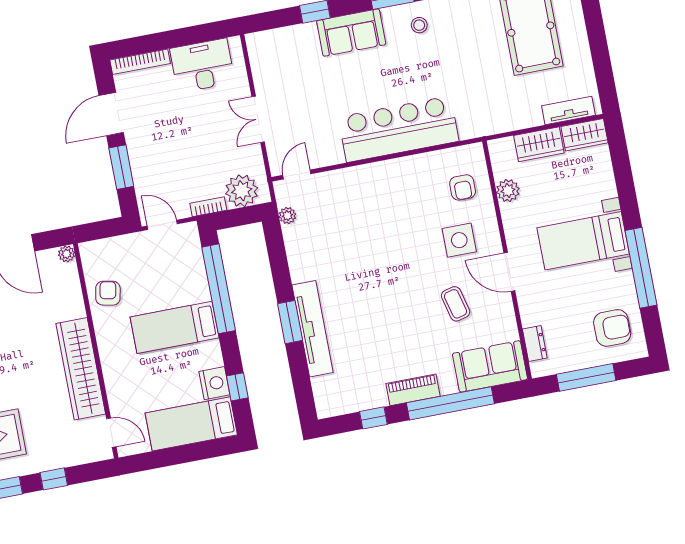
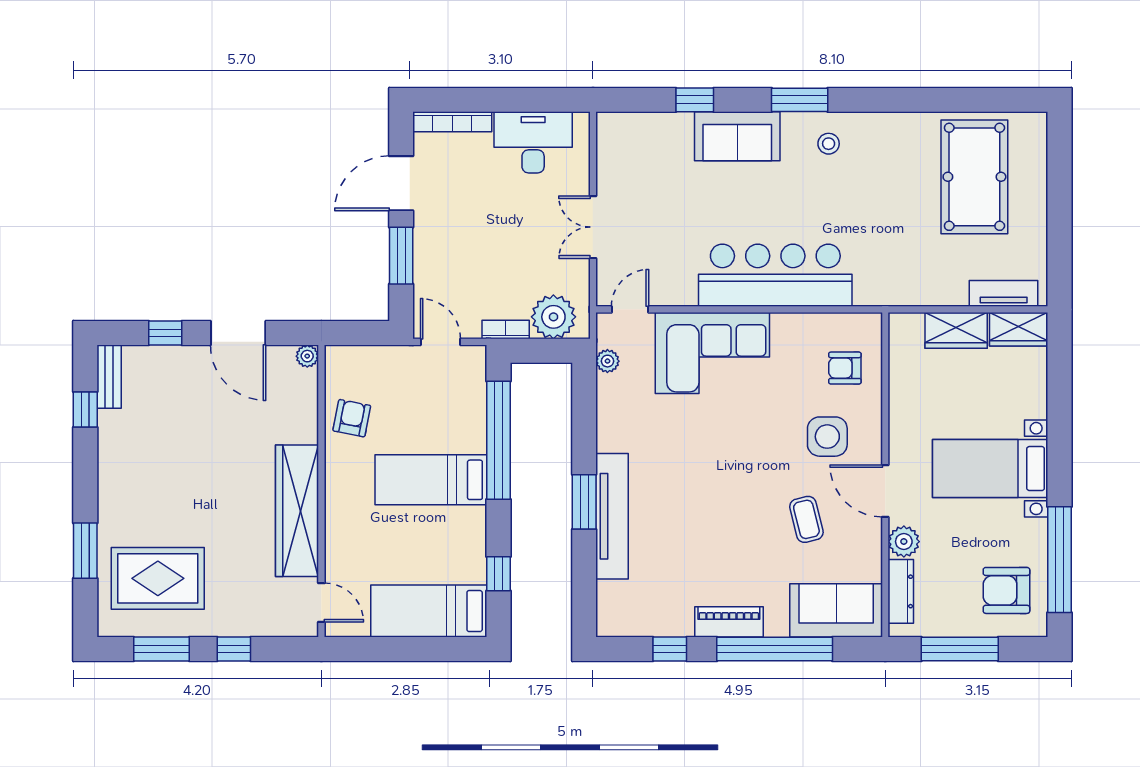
armchair: (463, 187) -> (845, 368), turned 90
plant: (508, 191) -> (904, 542), moved
corner sofa: (363, 195) -> (712, 353), added
window: (641, 268) -> (1059, 560), moved
armchair: (612, 328) -> (1006, 590), turned 180
dresser: (535, 343) -> (901, 591), width x1.44
nightstand: (214, 383) -> (469, 563), removed

